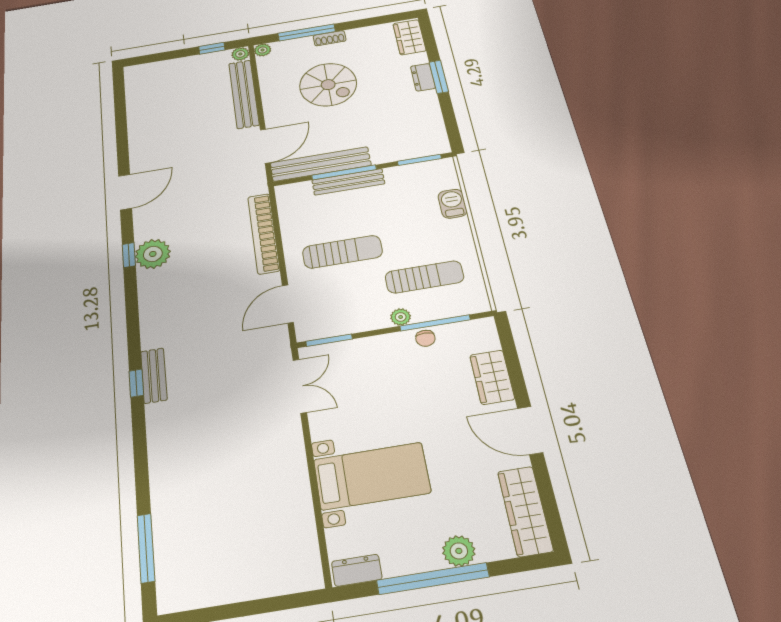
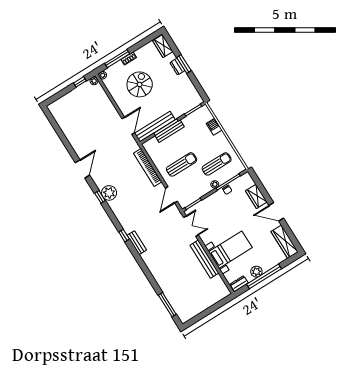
spiral stairs: (328, 85) -> (140, 84), turned -90
bench: (244, 94) -> (204, 259), moved
window: (136, 383) -> (124, 236), moved
plant: (459, 551) -> (256, 272), moved

